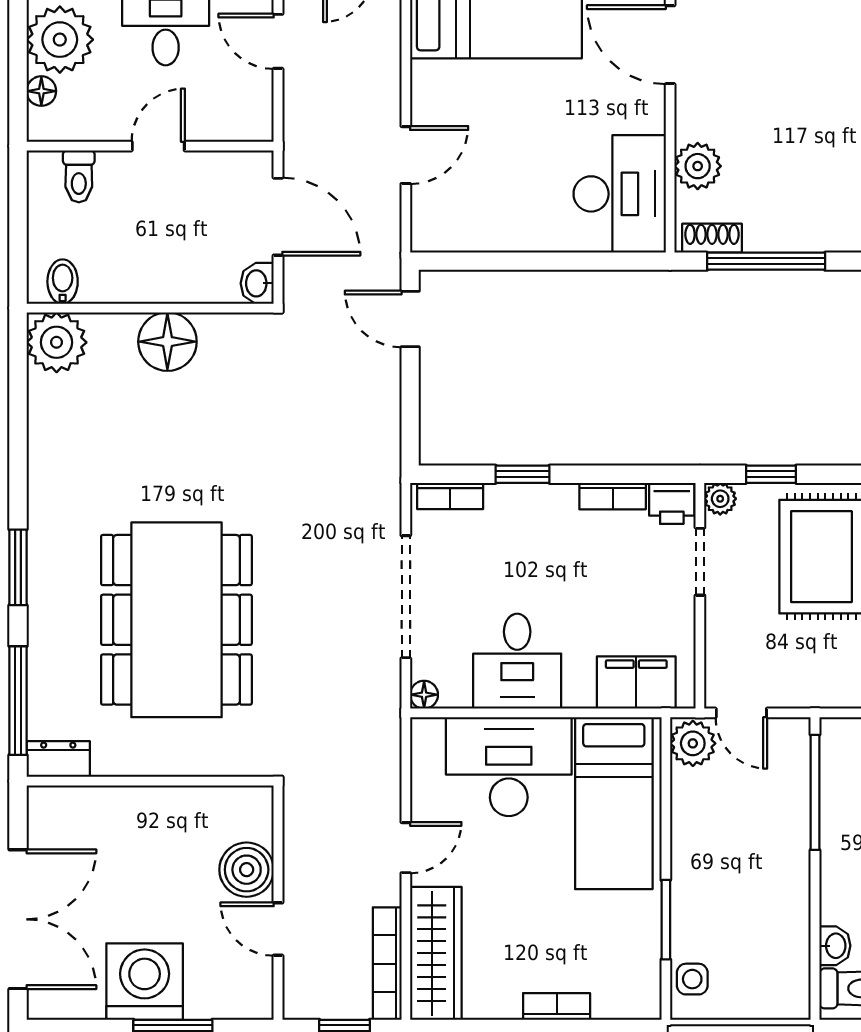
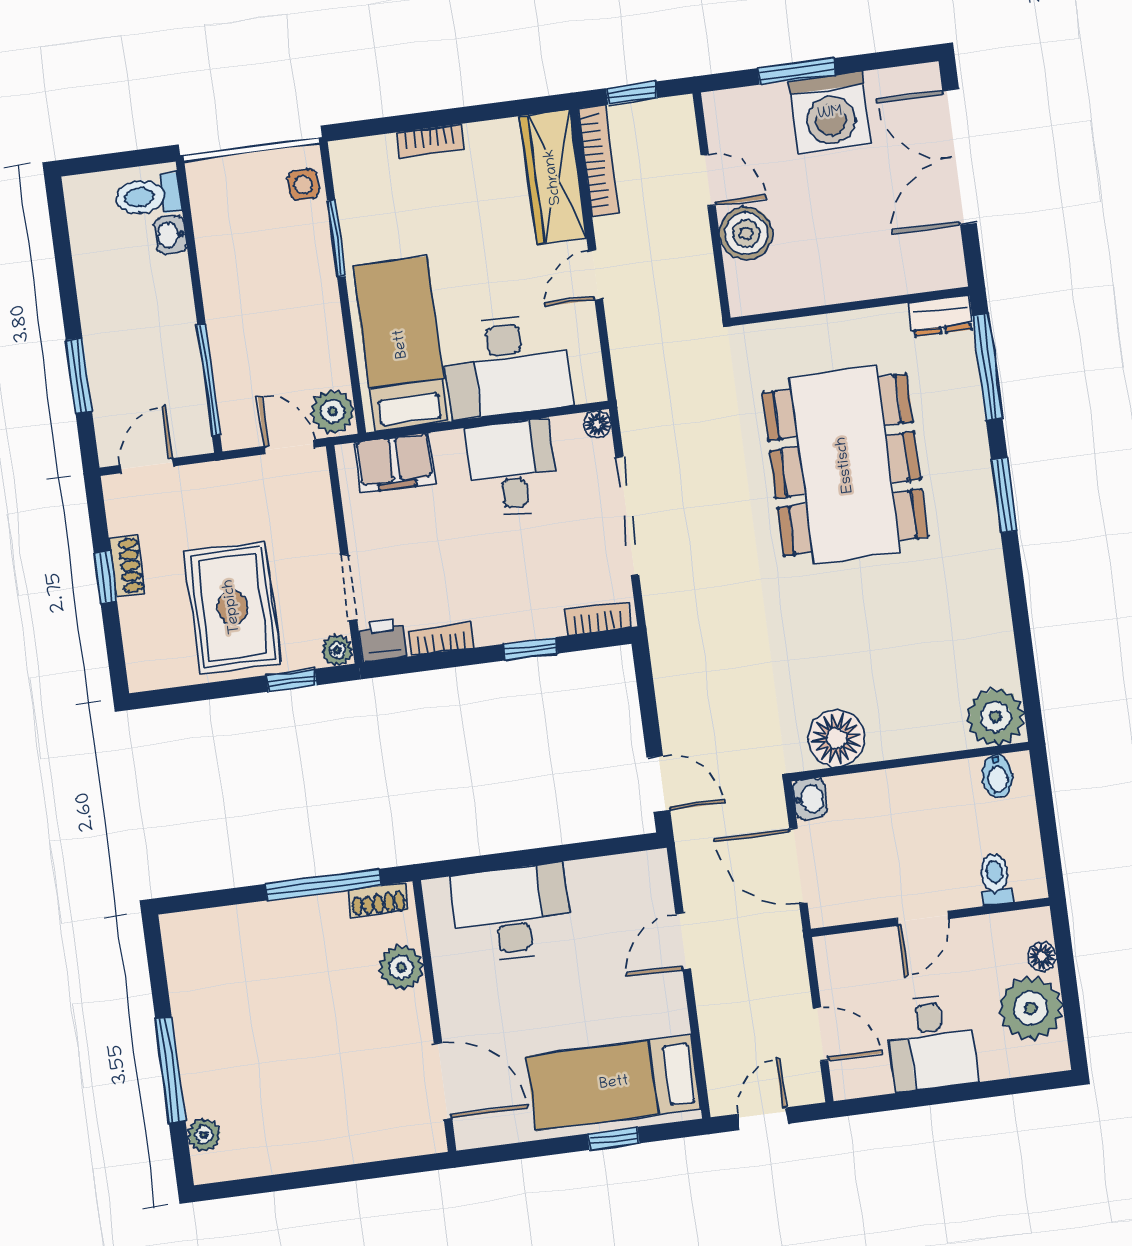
desk: (620, 194) -> (512, 913), moved, turned 90
floor lamp: (167, 342) -> (836, 738), moved

